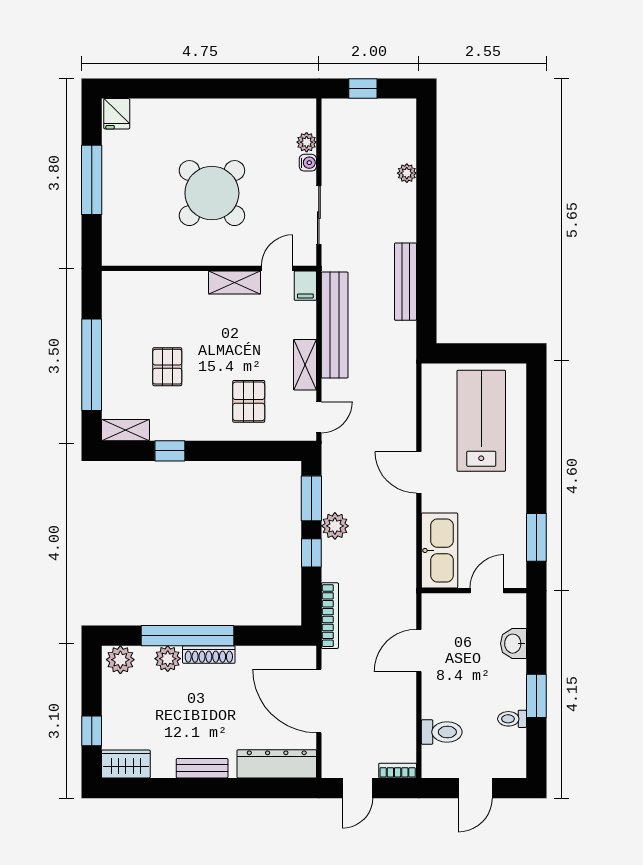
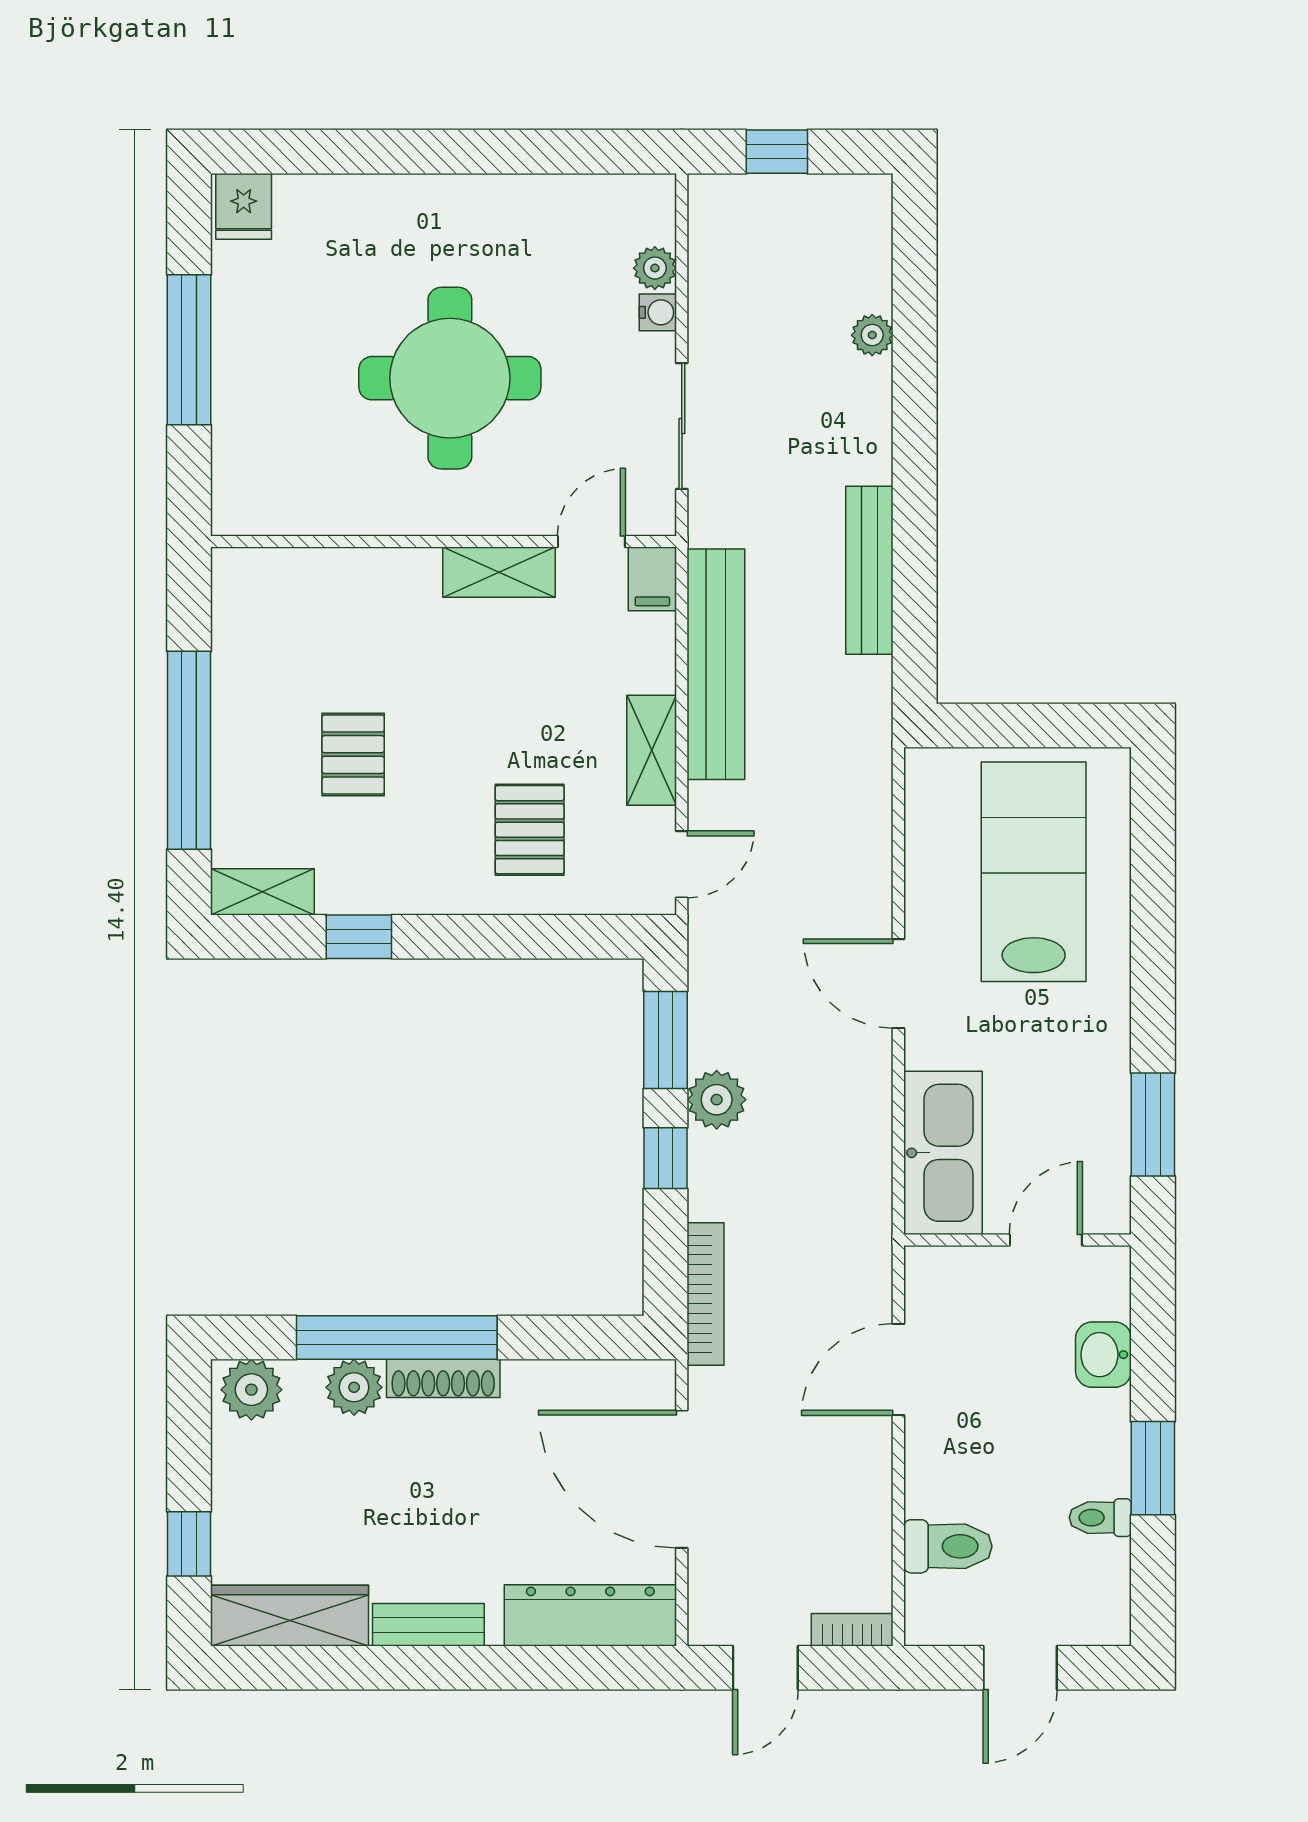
round table: (212, 193) -> (450, 378), turned 45
wardrobe: (126, 764) -> (290, 1616), width x1.50

